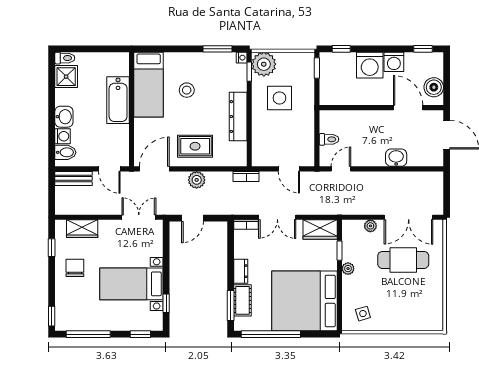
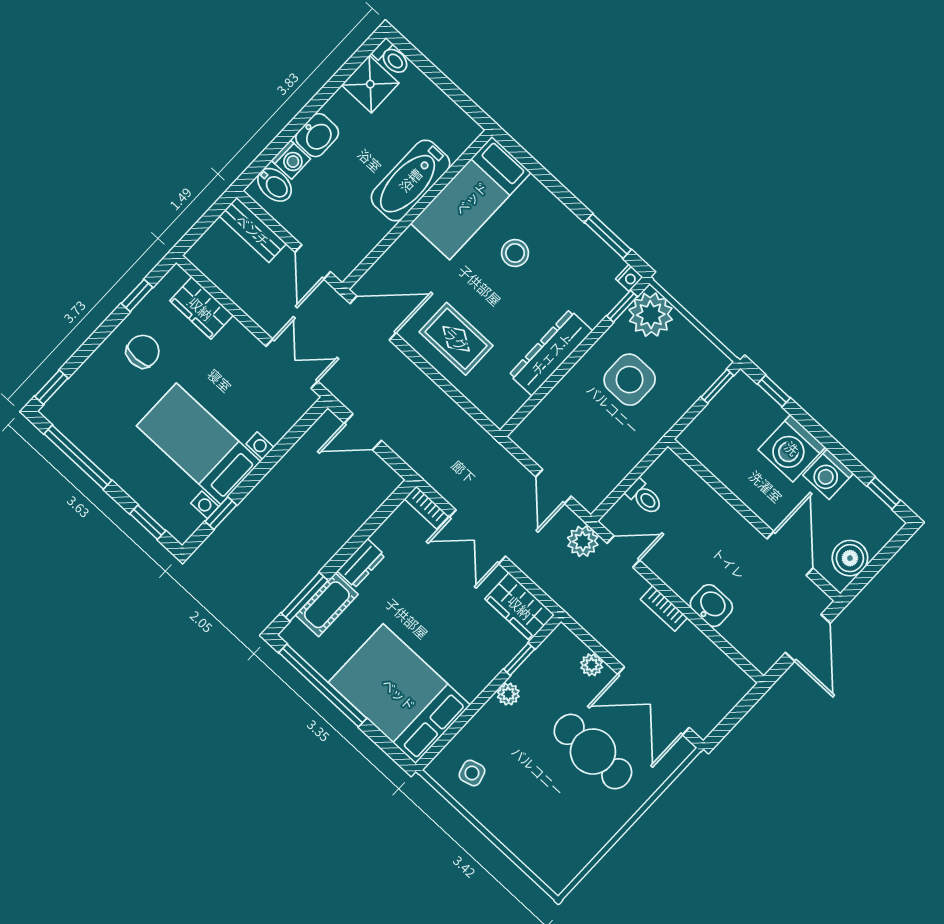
bookcase: (246, 176) -> (664, 608), moved
plant: (197, 180) -> (583, 541), moved
bed: (304, 301) -> (399, 694), width x0.73

